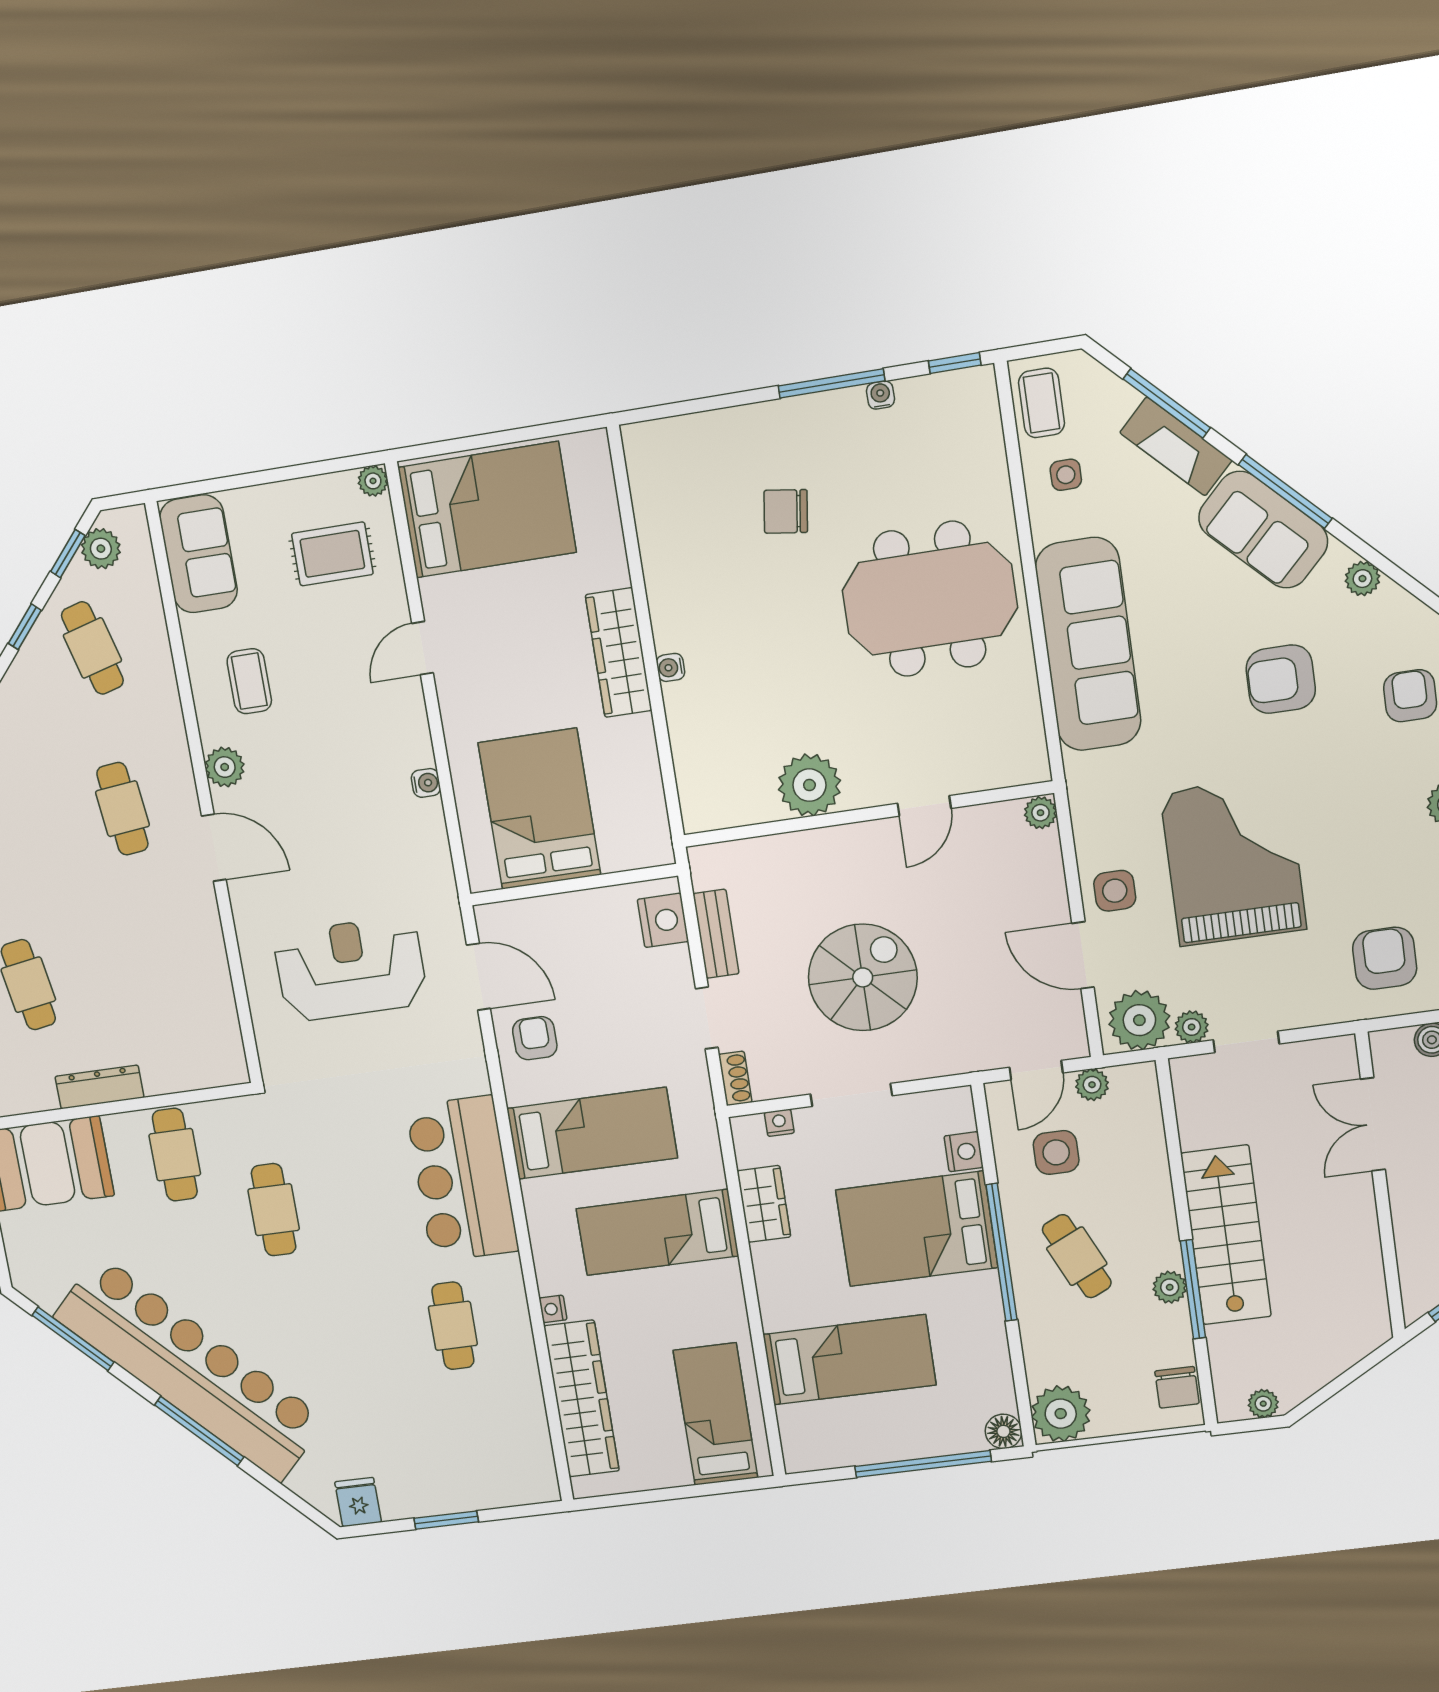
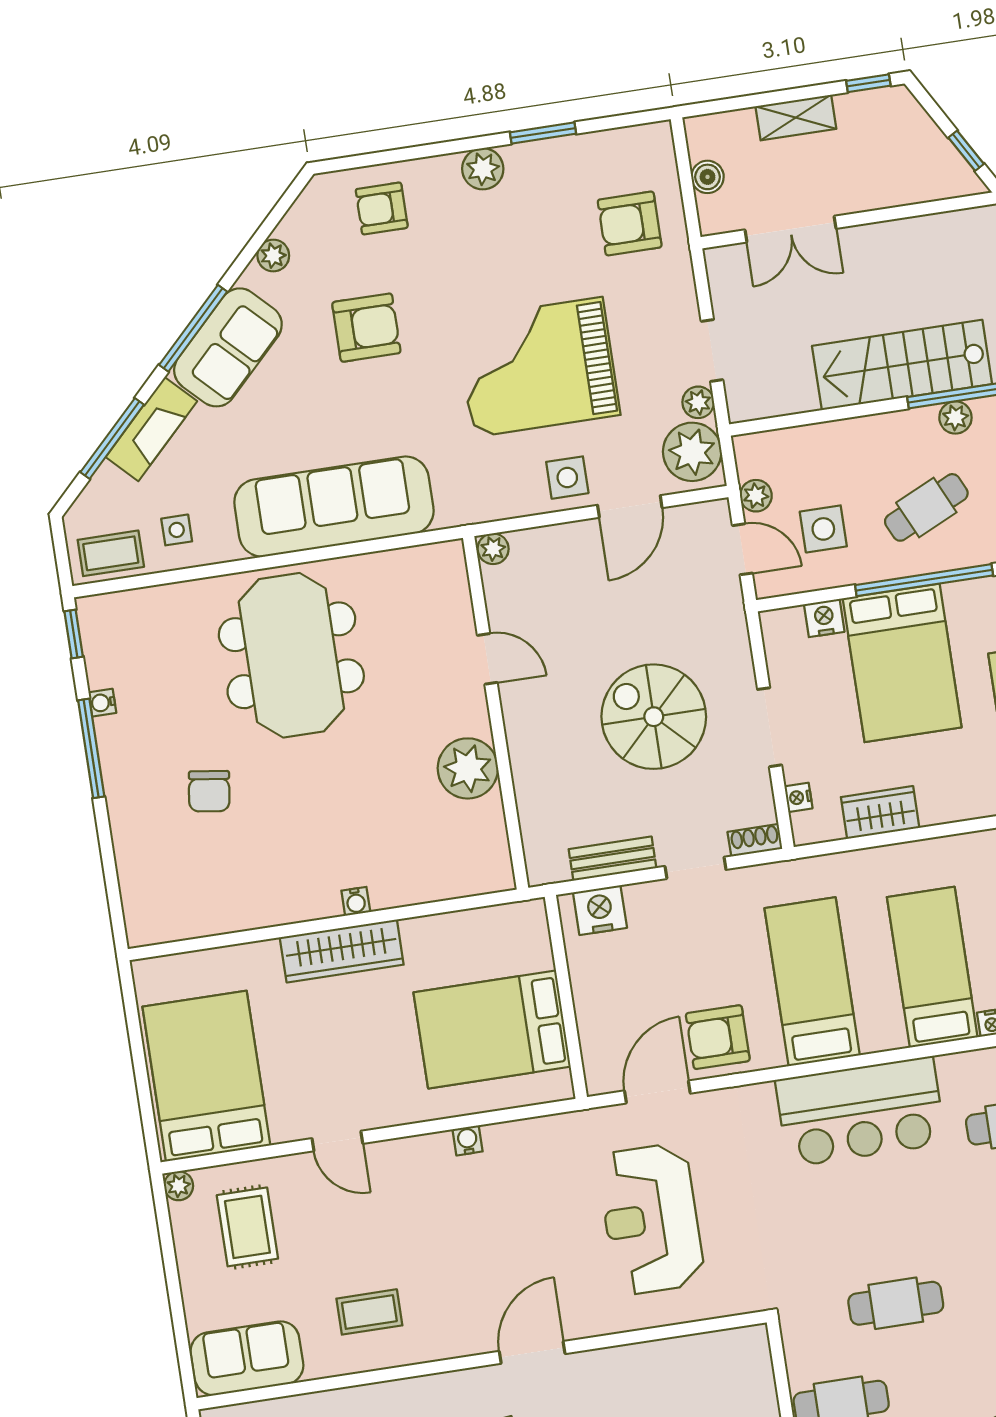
armchair: (1281, 679) -> (366, 328), turned -90
plant: (225, 767) -> (453, 1339), removed
armchair: (535, 1038) -> (718, 1037), width x1.38, depth x1.38
bed: (657, 1232) -> (932, 967), moved, turned 180

